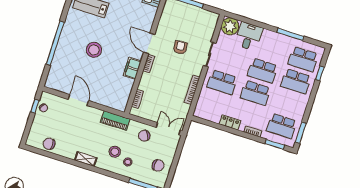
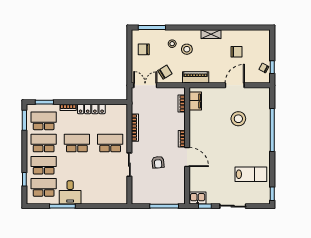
plant: (230, 26) -> (119, 196), removed
desk: (249, 36) -> (70, 192), moved
stool: (94, 50) -> (238, 119), moved
filing cabinet: (132, 68) -> (195, 101), moved
school desk: (263, 71) -> (44, 143), moved
door: (78, 100) -> (235, 85), swing flipped
locker: (230, 122) -> (91, 109), width x1.53
double door: (168, 129) -> (145, 85), swing flipped
chair: (49, 144) -> (236, 52), moved

